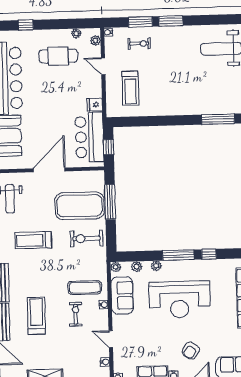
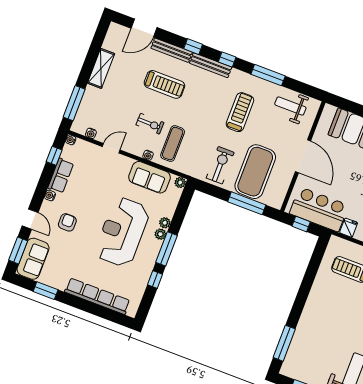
plant: (137, 267) -> (160, 234), moved
armchair: (191, 351) -> (67, 222), turned 57

